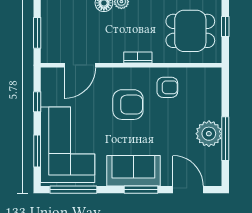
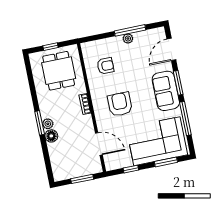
armchair: (167, 87) -> (105, 66), moved, turned 90
plant: (209, 134) -> (128, 39), width x0.53, depth x0.53
window: (73, 190) -> (185, 118), moved

